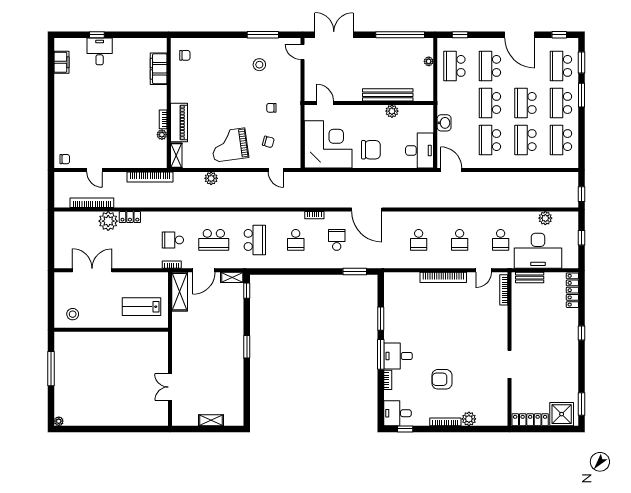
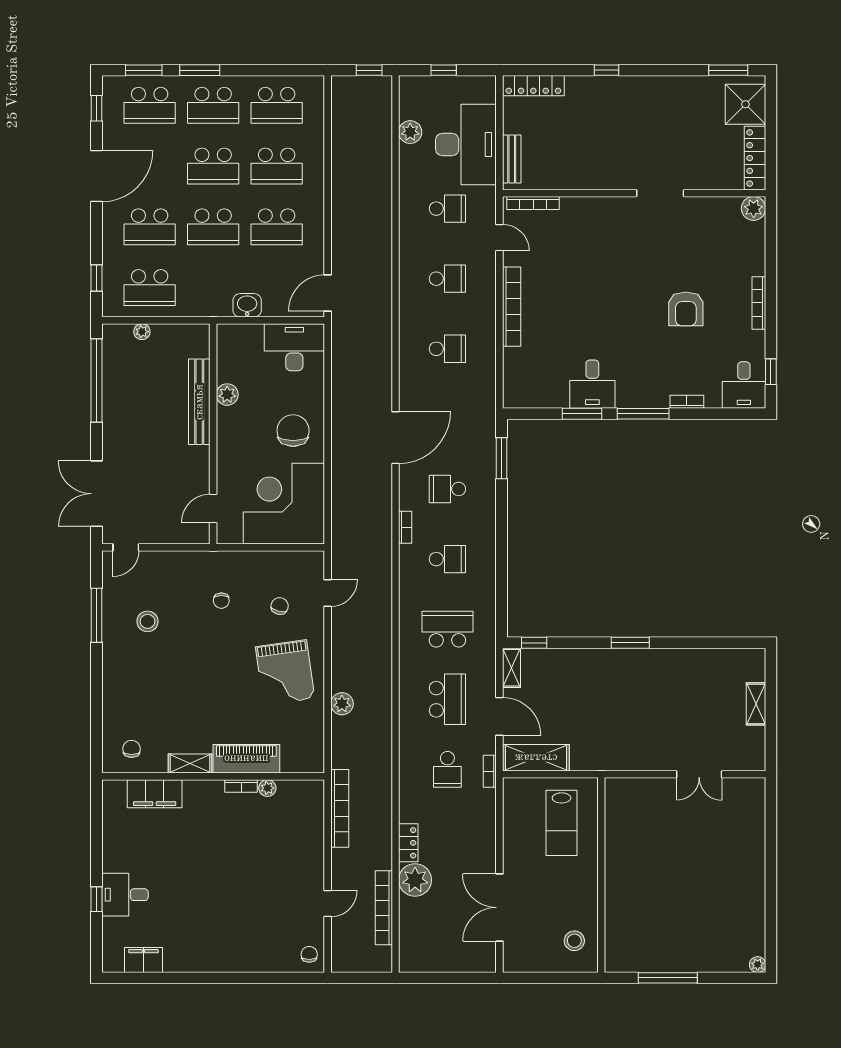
shelving: (176, 155) -> (190, 763), moved
desk: (398, 356) -> (592, 384), moved
plant: (469, 419) -> (754, 208), moved

